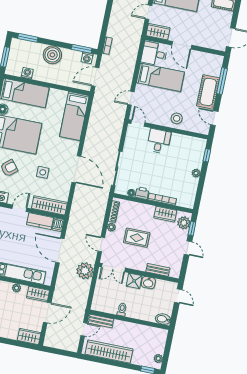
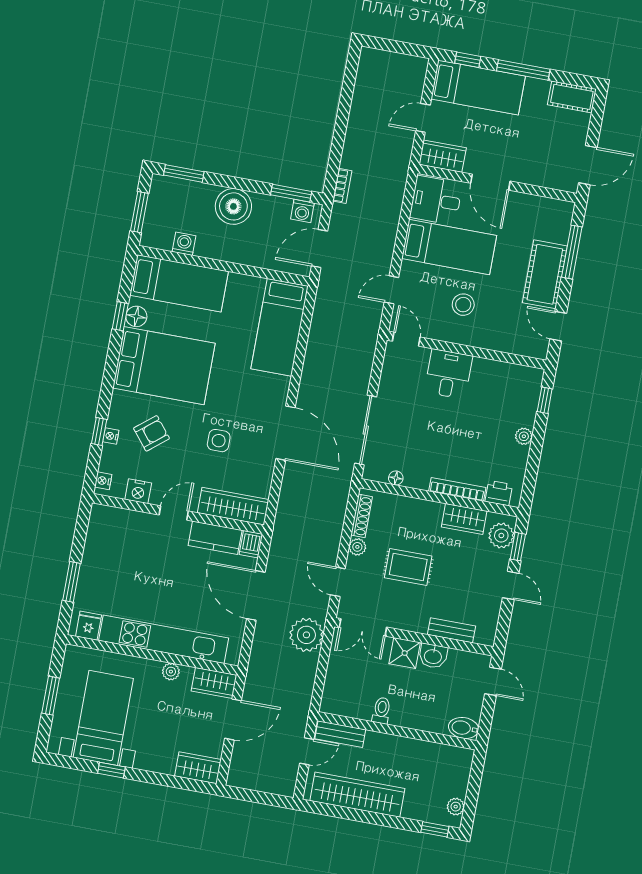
stool: (177, 118) -> (463, 305), moved
printer: (142, 193) -> (499, 493), moved

